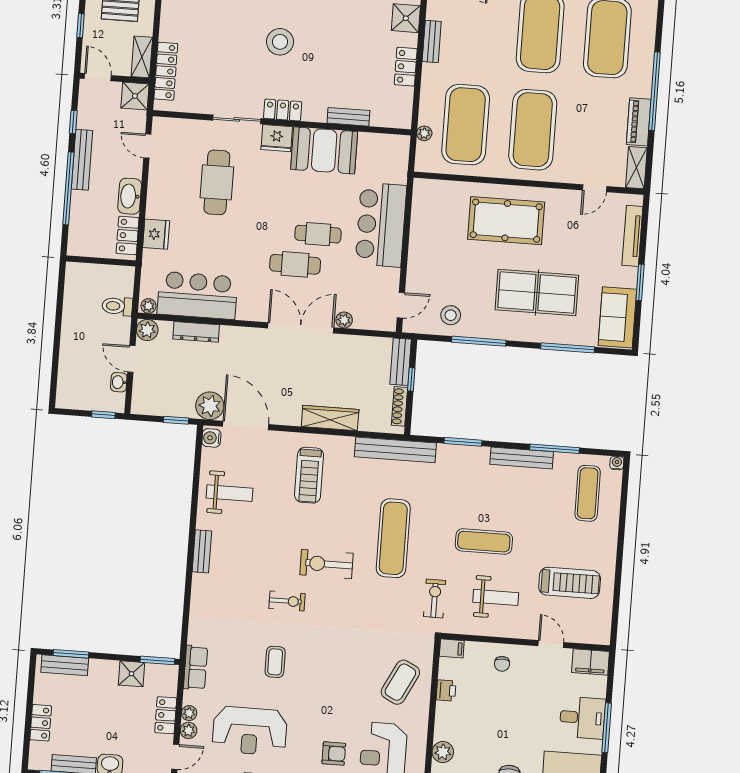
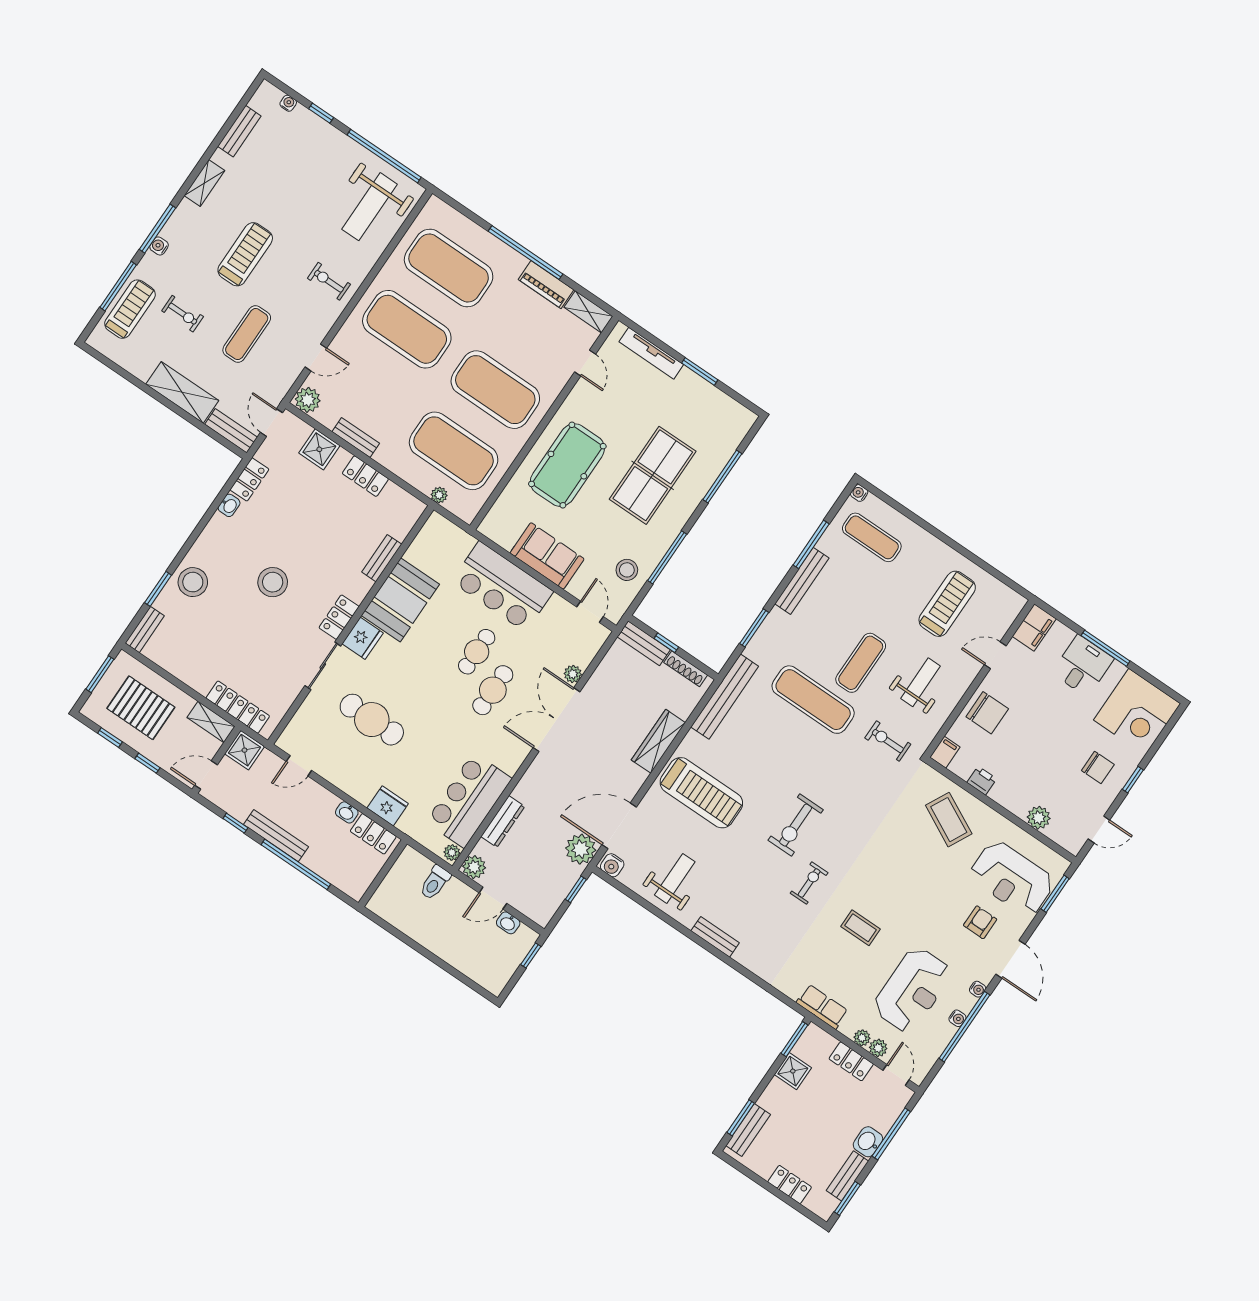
washbasin: (130, 196) -> (347, 812), width x0.52, depth x0.69
sofa: (617, 317) -> (547, 556), moved, turned 180
treadmill: (309, 475) -> (701, 793), width x1.37, depth x1.38
exercise mat: (393, 538) -> (813, 700), moved
chair: (502, 664) -> (987, 713), width x1.87, depth x1.87

